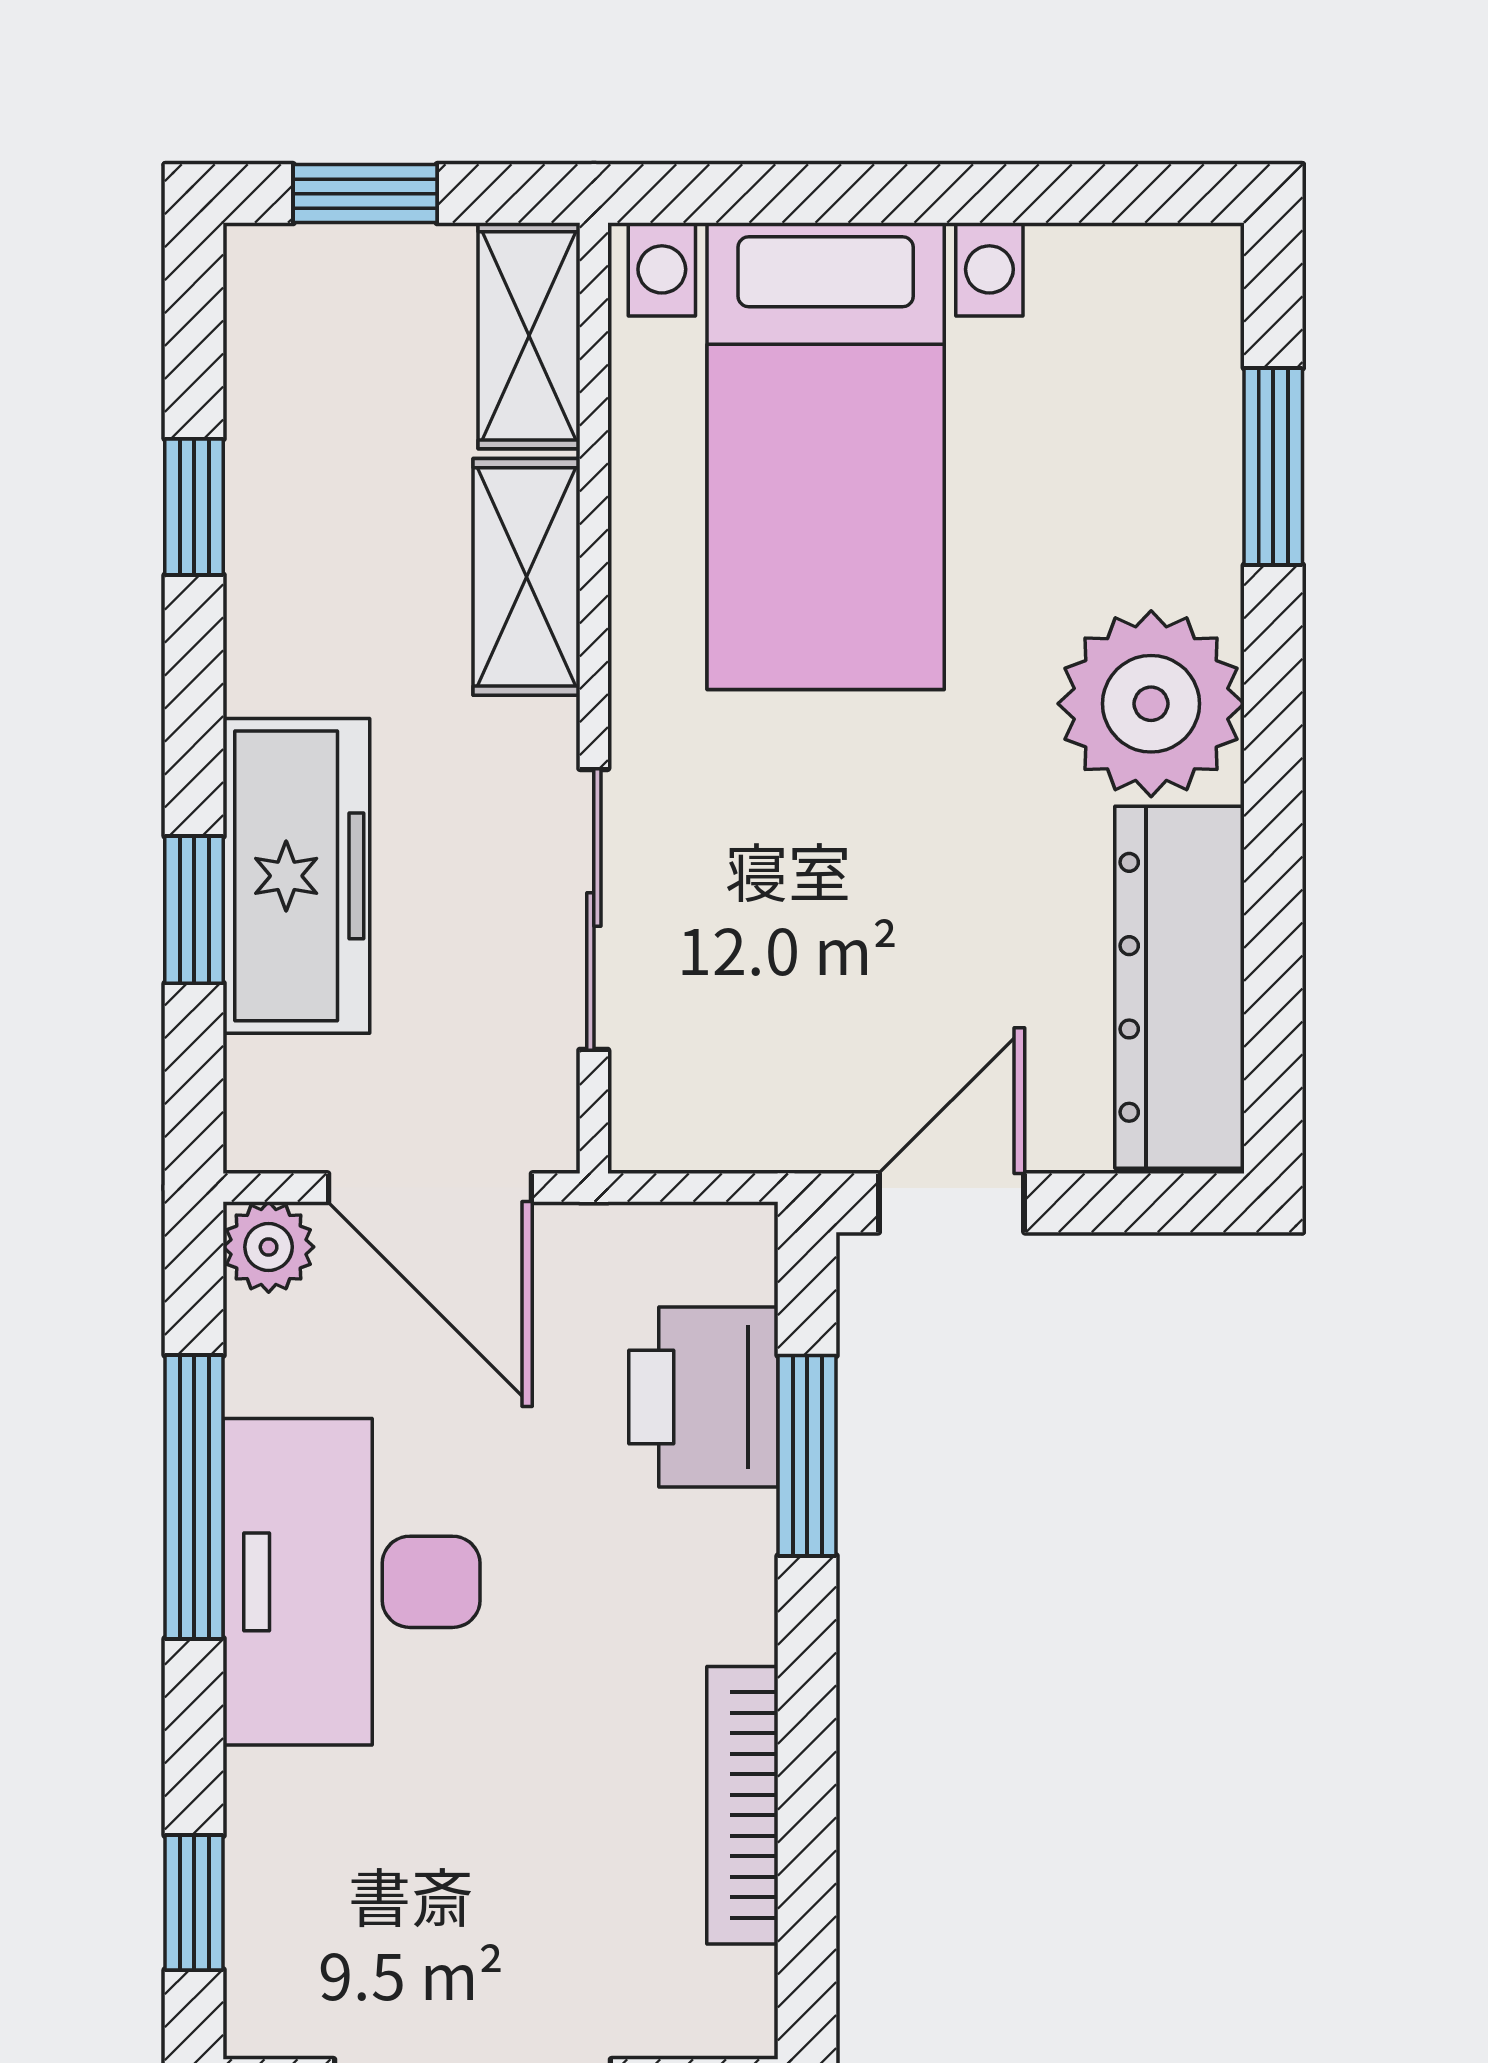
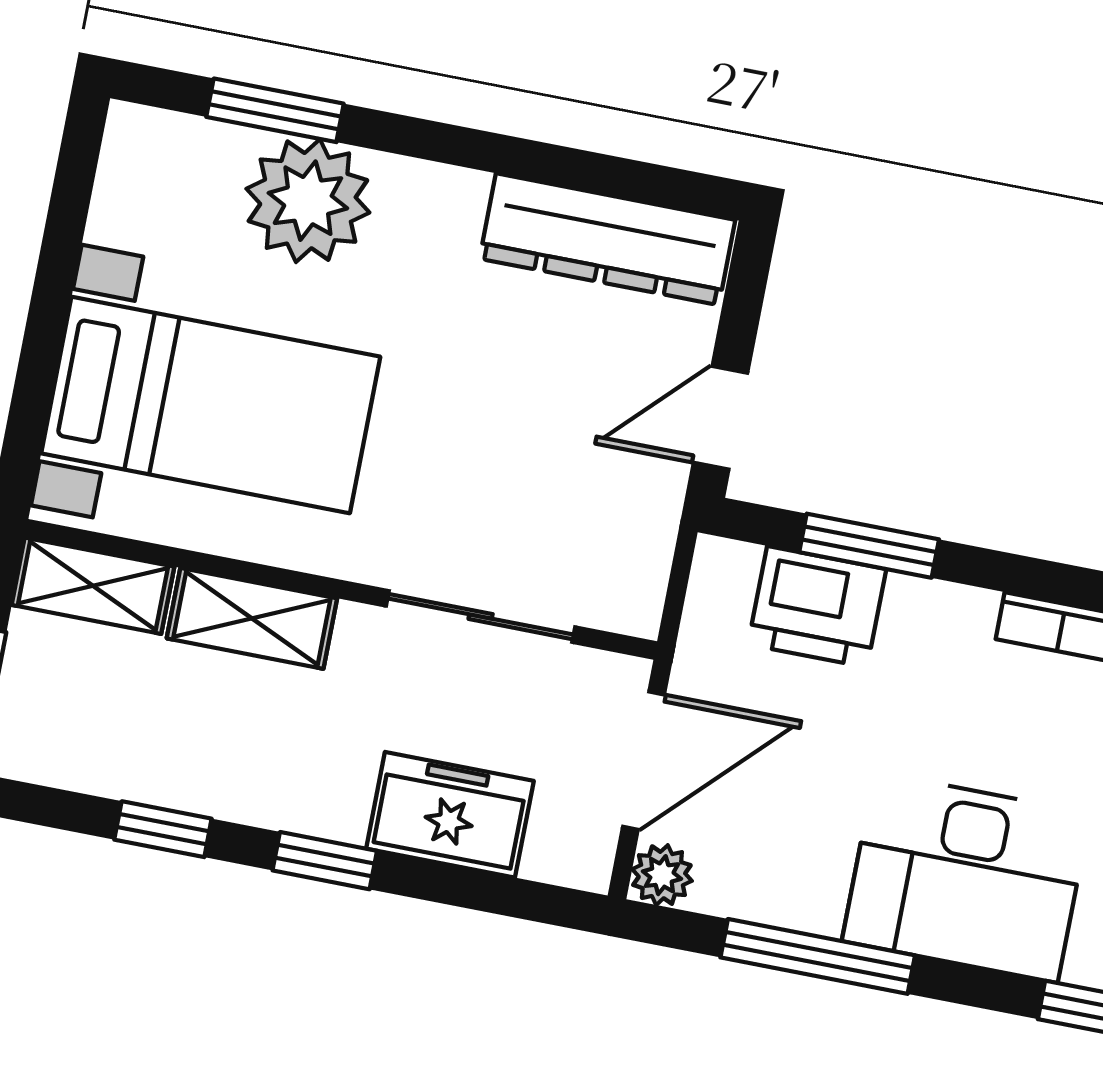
plant: (1151, 704) -> (308, 201), moved
freezer: (296, 876) -> (450, 815), width x0.71
window: (194, 910) -> (325, 861), moved
door: (952, 1203) -> (721, 418), hinge flipped
desk: (352, 1582) -> (966, 877), moved

